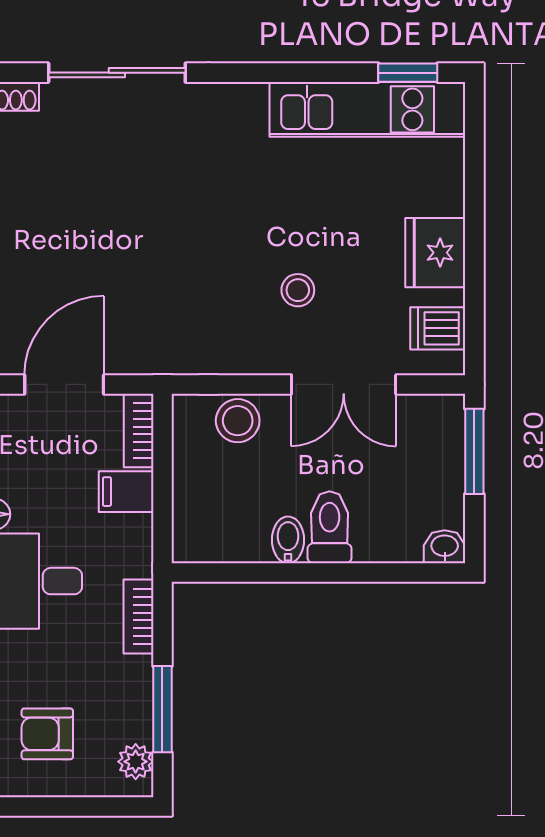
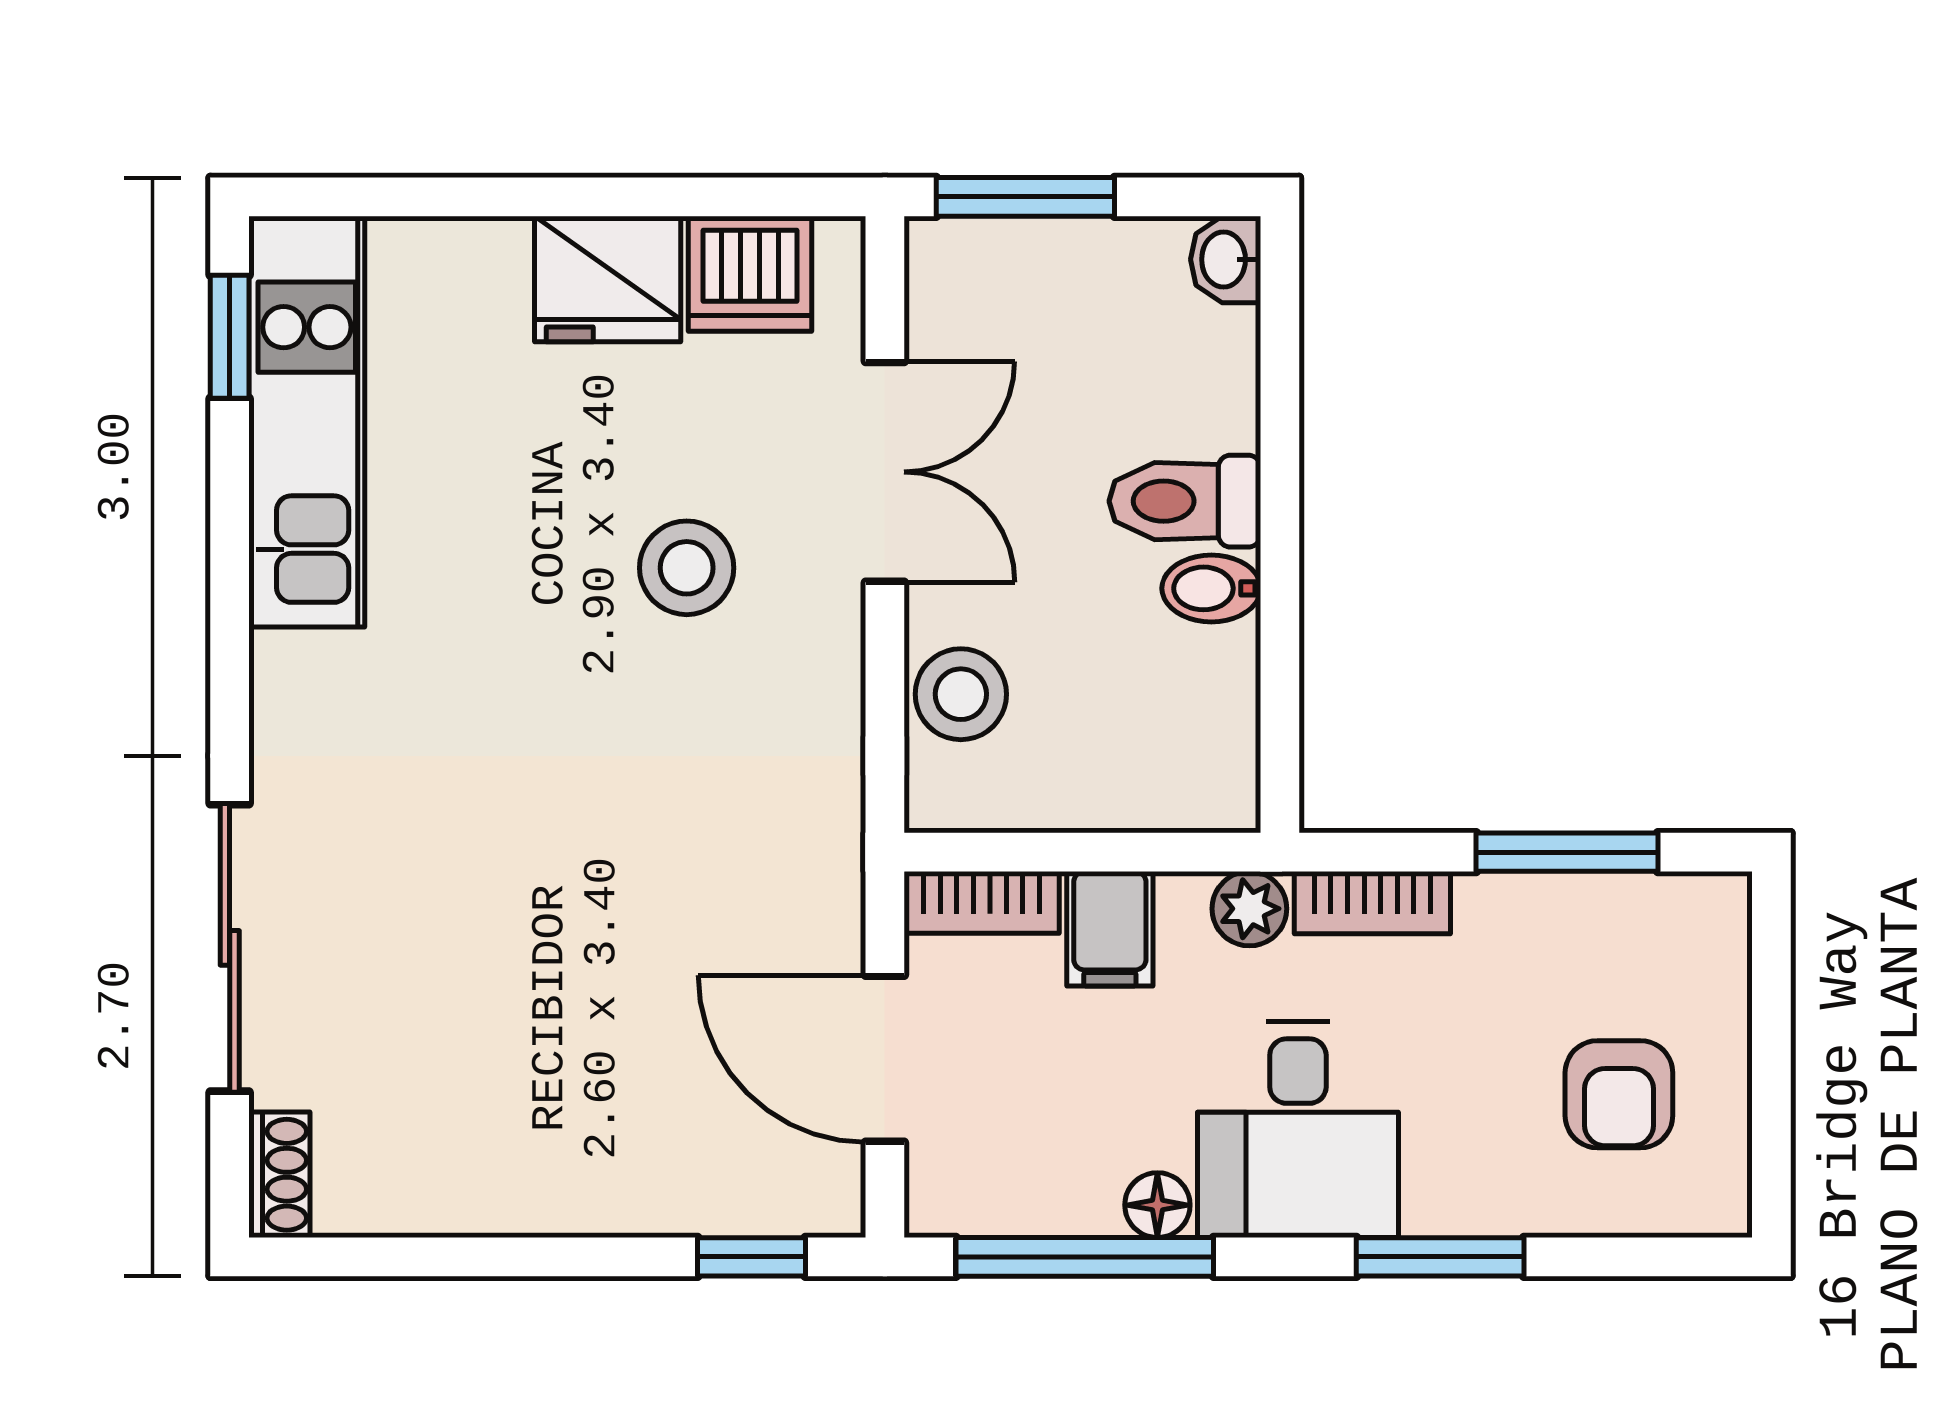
stool: (298, 290) -> (687, 568), width x1.37, depth x1.37
dishwasher: (438, 328) -> (750, 274), width x1.38
plant: (136, 762) -> (1249, 909), moved

